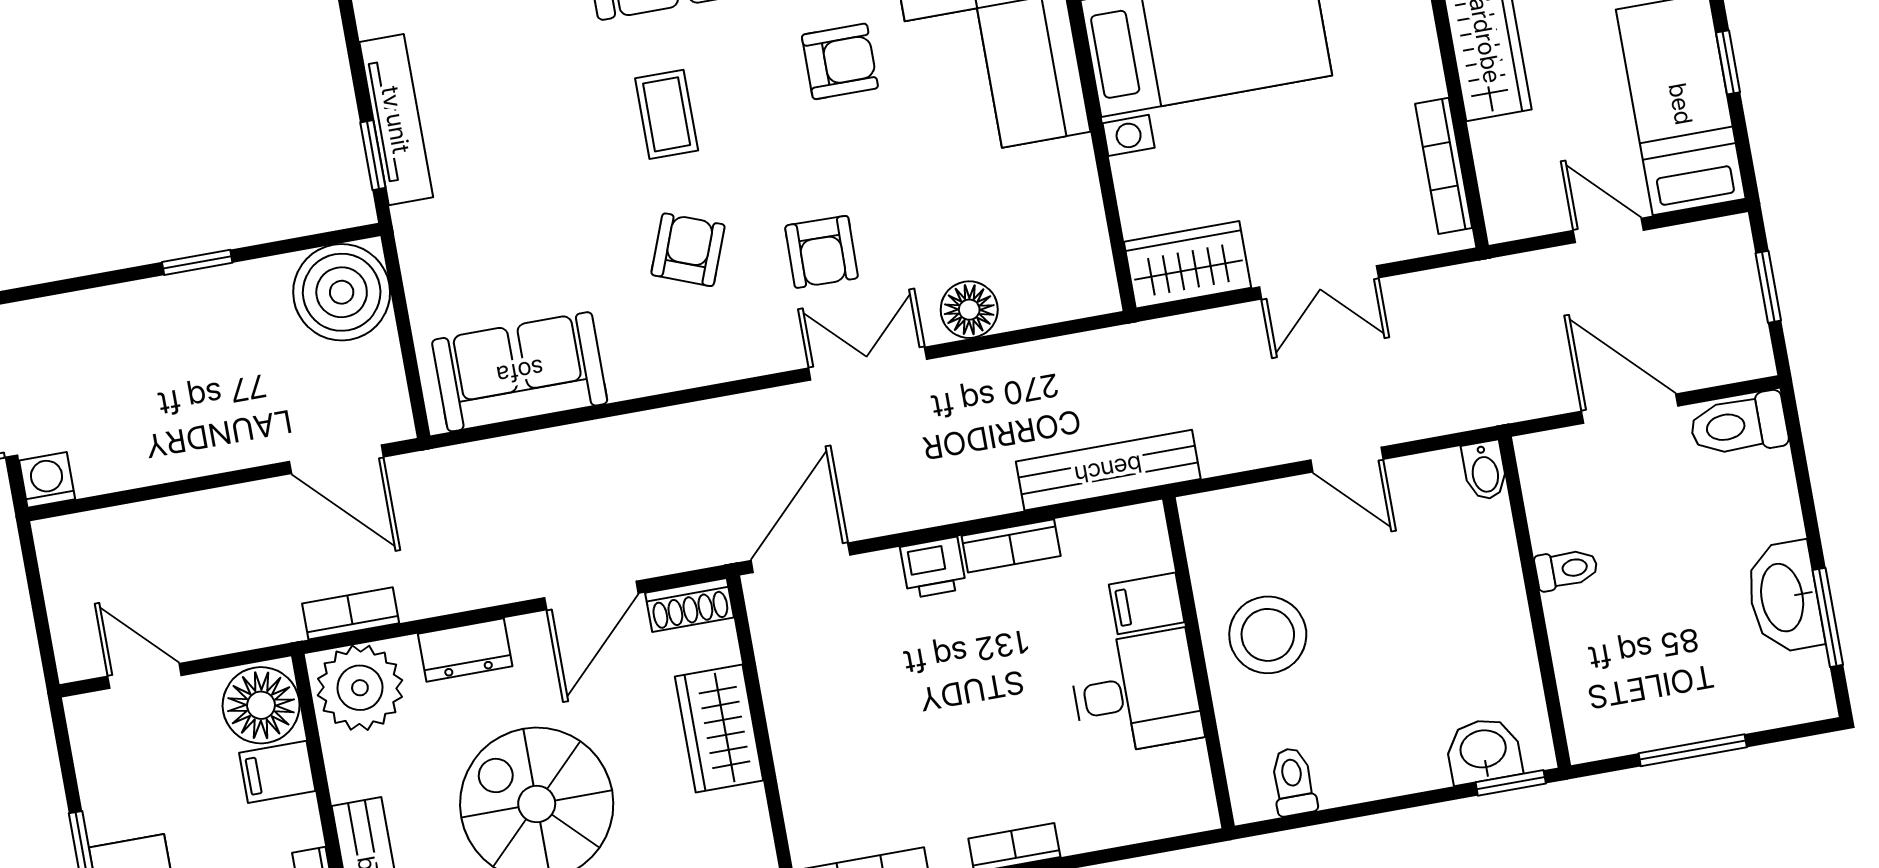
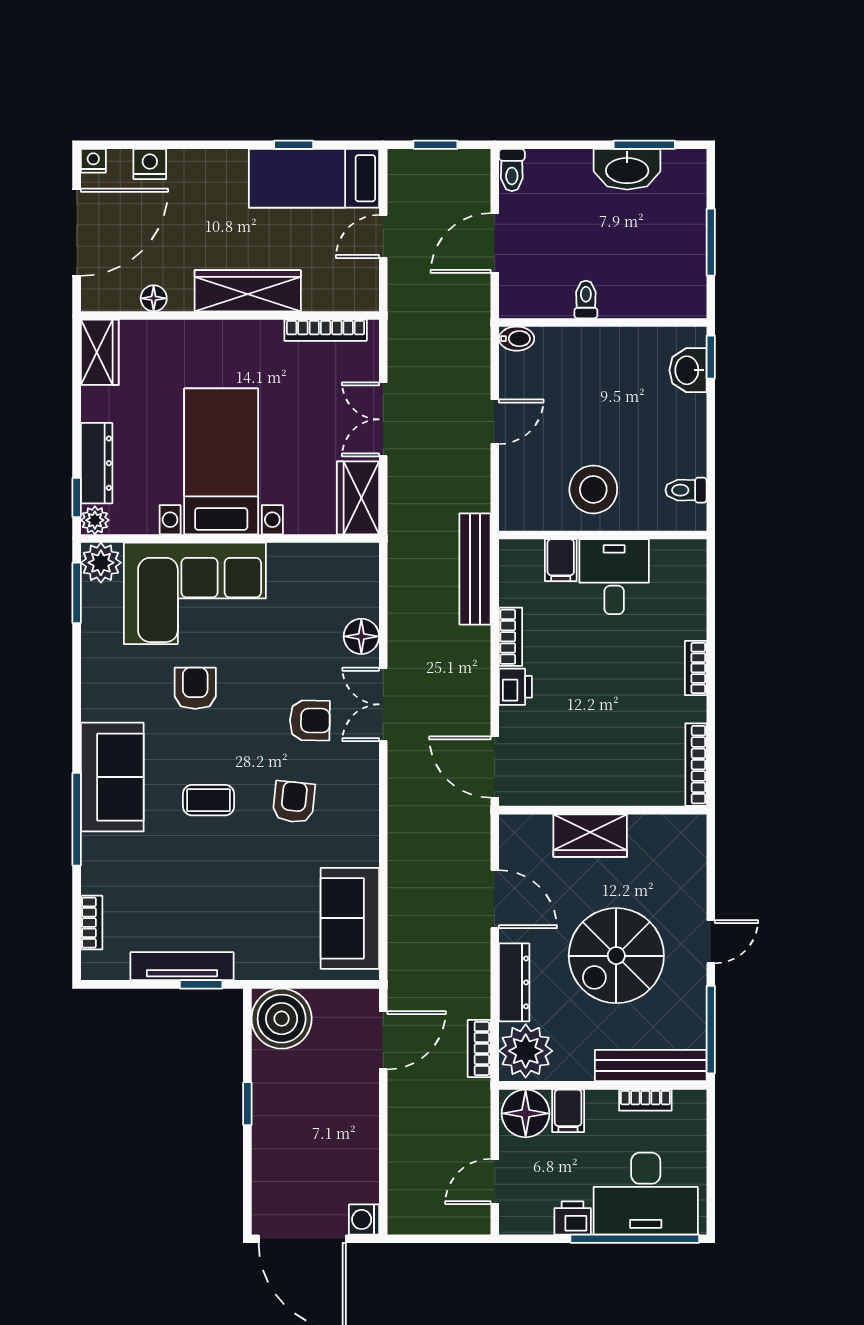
armchair: (688, 250) -> (294, 802), turned 75
double door: (1319, 282) -> (383, 419), swing flipped
toilet: (1739, 425) -> (512, 170), width x0.73, depth x0.72
shoe rack: (690, 605) -> (511, 840), removed
dresser: (465, 650) -> (514, 982), width x1.44
printer: (109, 809) -> (573, 1218), added

